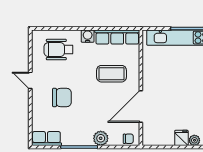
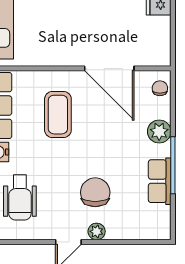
plant: (37, 98) -> (97, 231), added
row of seats: (46, 139) -> (160, 181), moved

